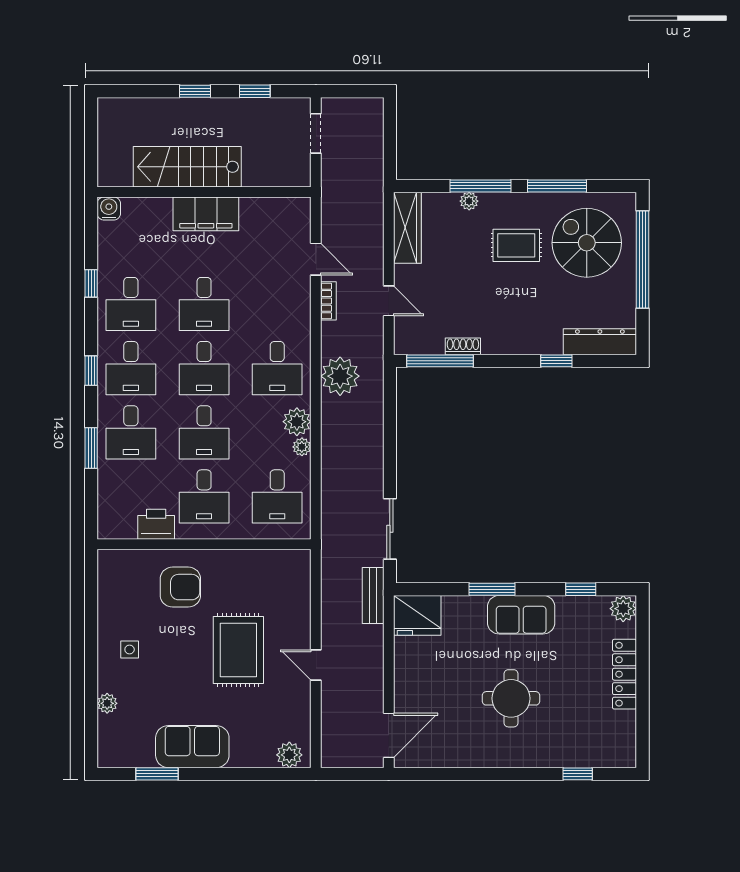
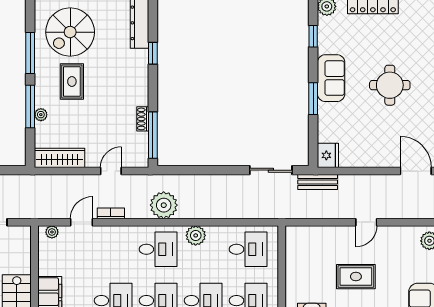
plant: (302, 447) -> (52, 232), moved
fridge: (417, 615) -> (328, 155), width x0.73, depth x0.75
rug: (238, 650) -> (356, 277), width x0.73, depth x0.70

